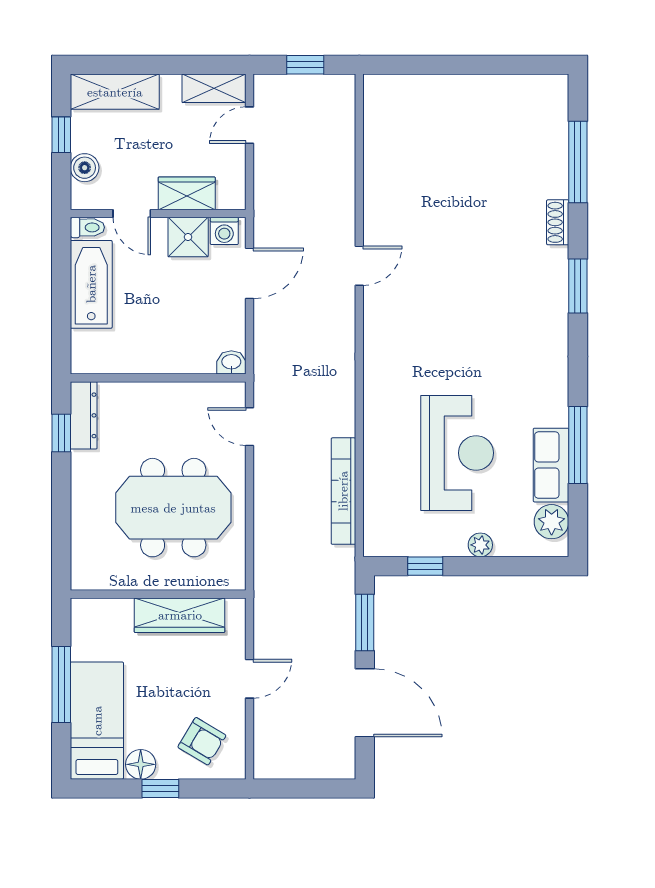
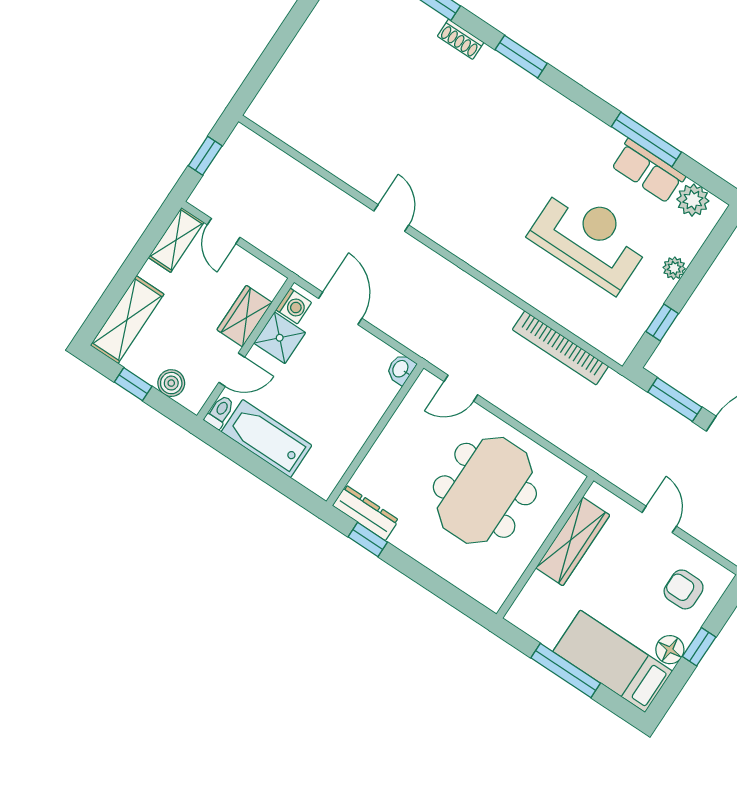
armchair: (202, 741) -> (684, 589), turned -121

